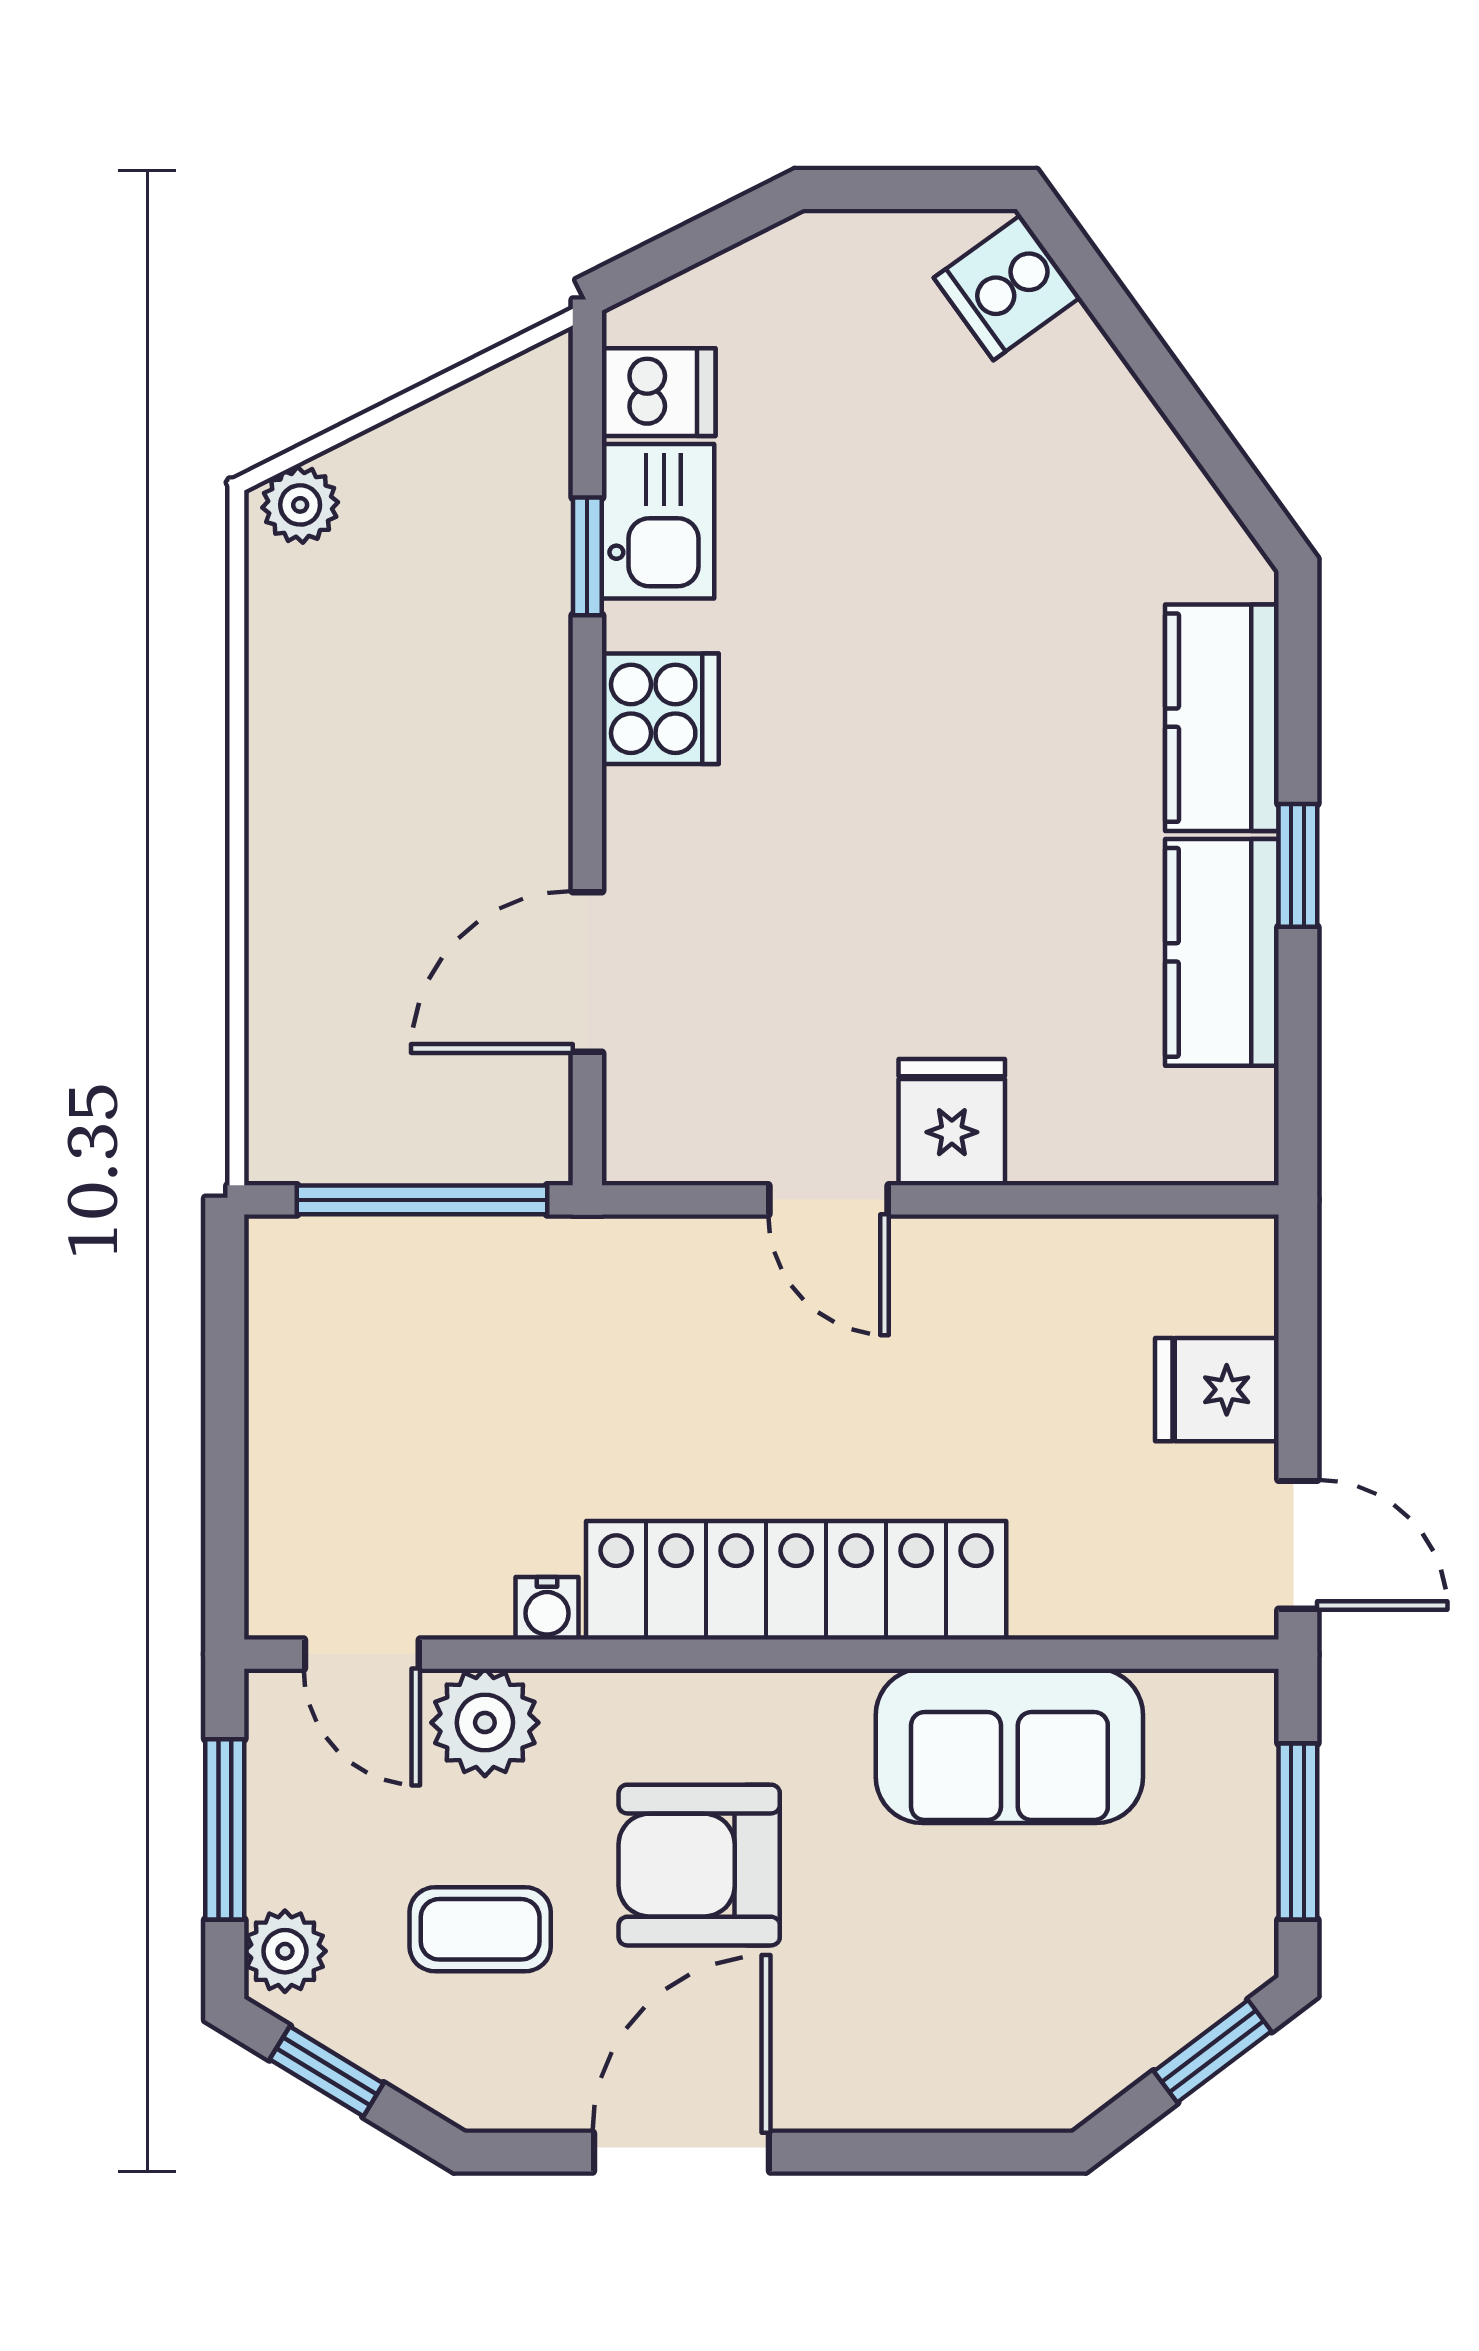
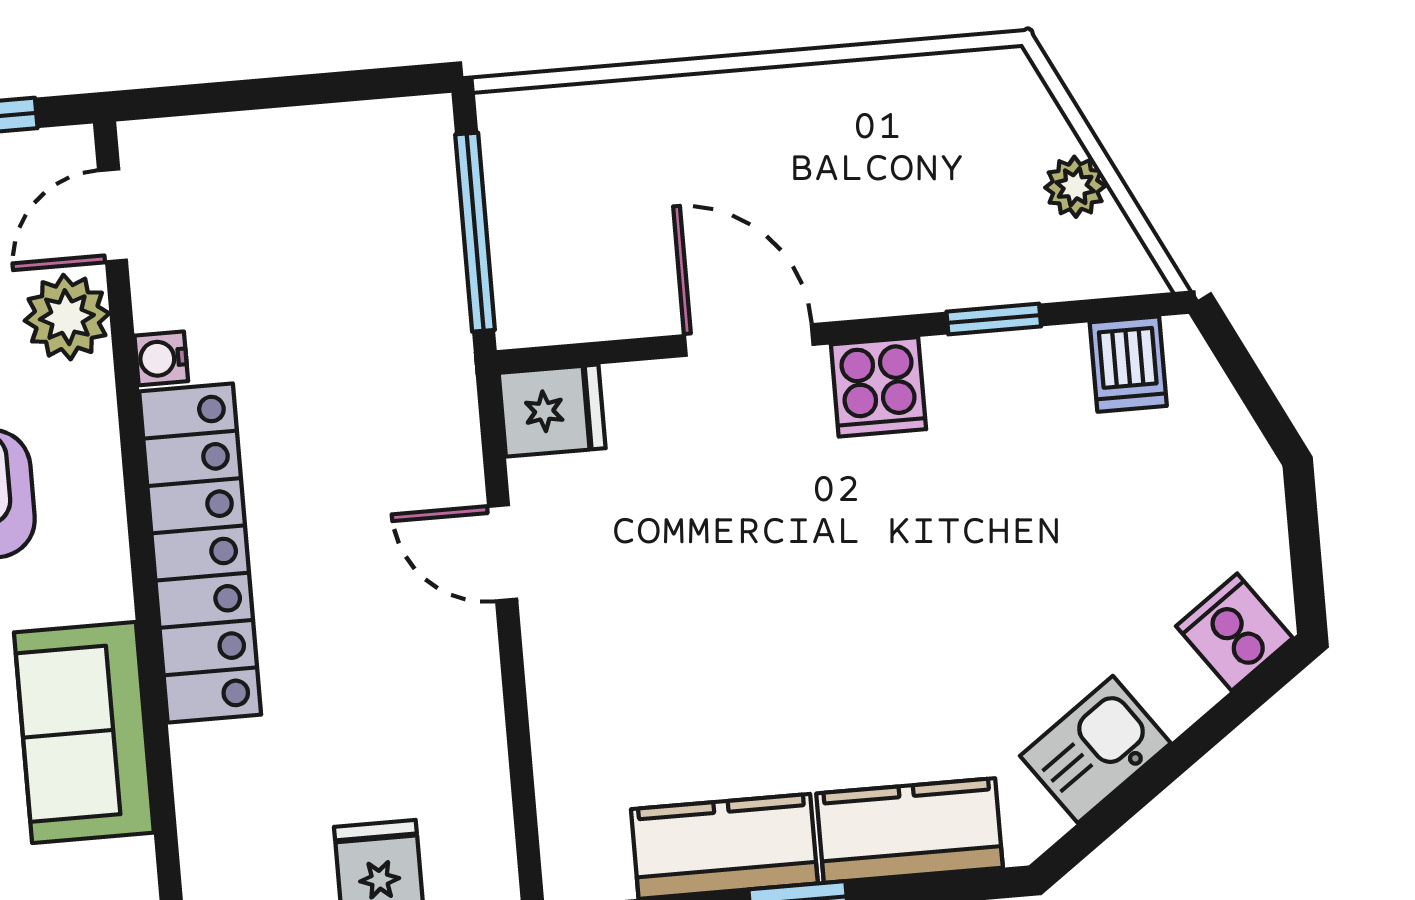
plant: (300, 505) -> (1075, 187), moved
kitchen sink: (658, 521) -> (1095, 749), moved, turned 144
door: (587, 972) -> (749, 340), moved
fridge: (952, 1122) -> (552, 411), moved
door: (829, 1200) -> (503, 553), hinge flipped

